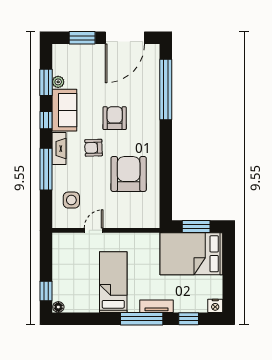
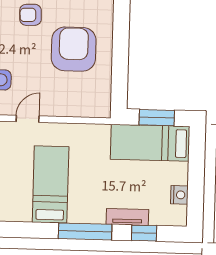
bed: (191, 254) -> (150, 143), width x0.67
tv unit: (156, 306) -> (127, 217), moved
nightstand: (215, 306) -> (179, 195), moved, turned -90

